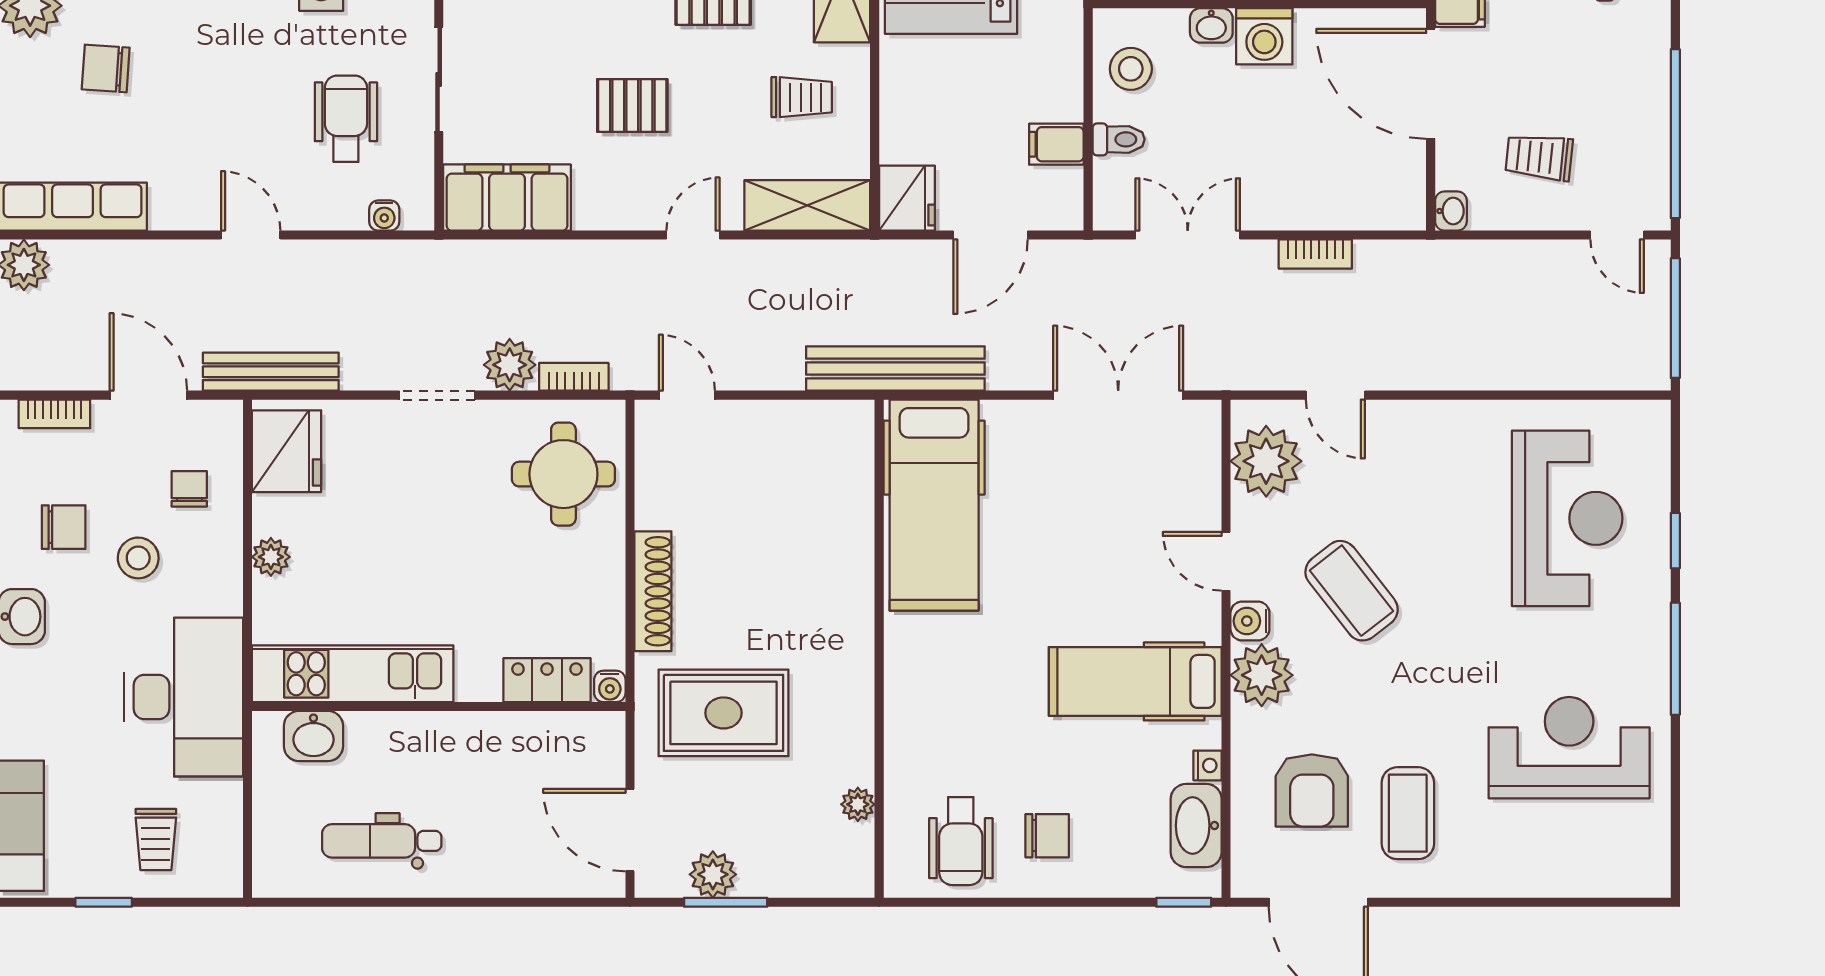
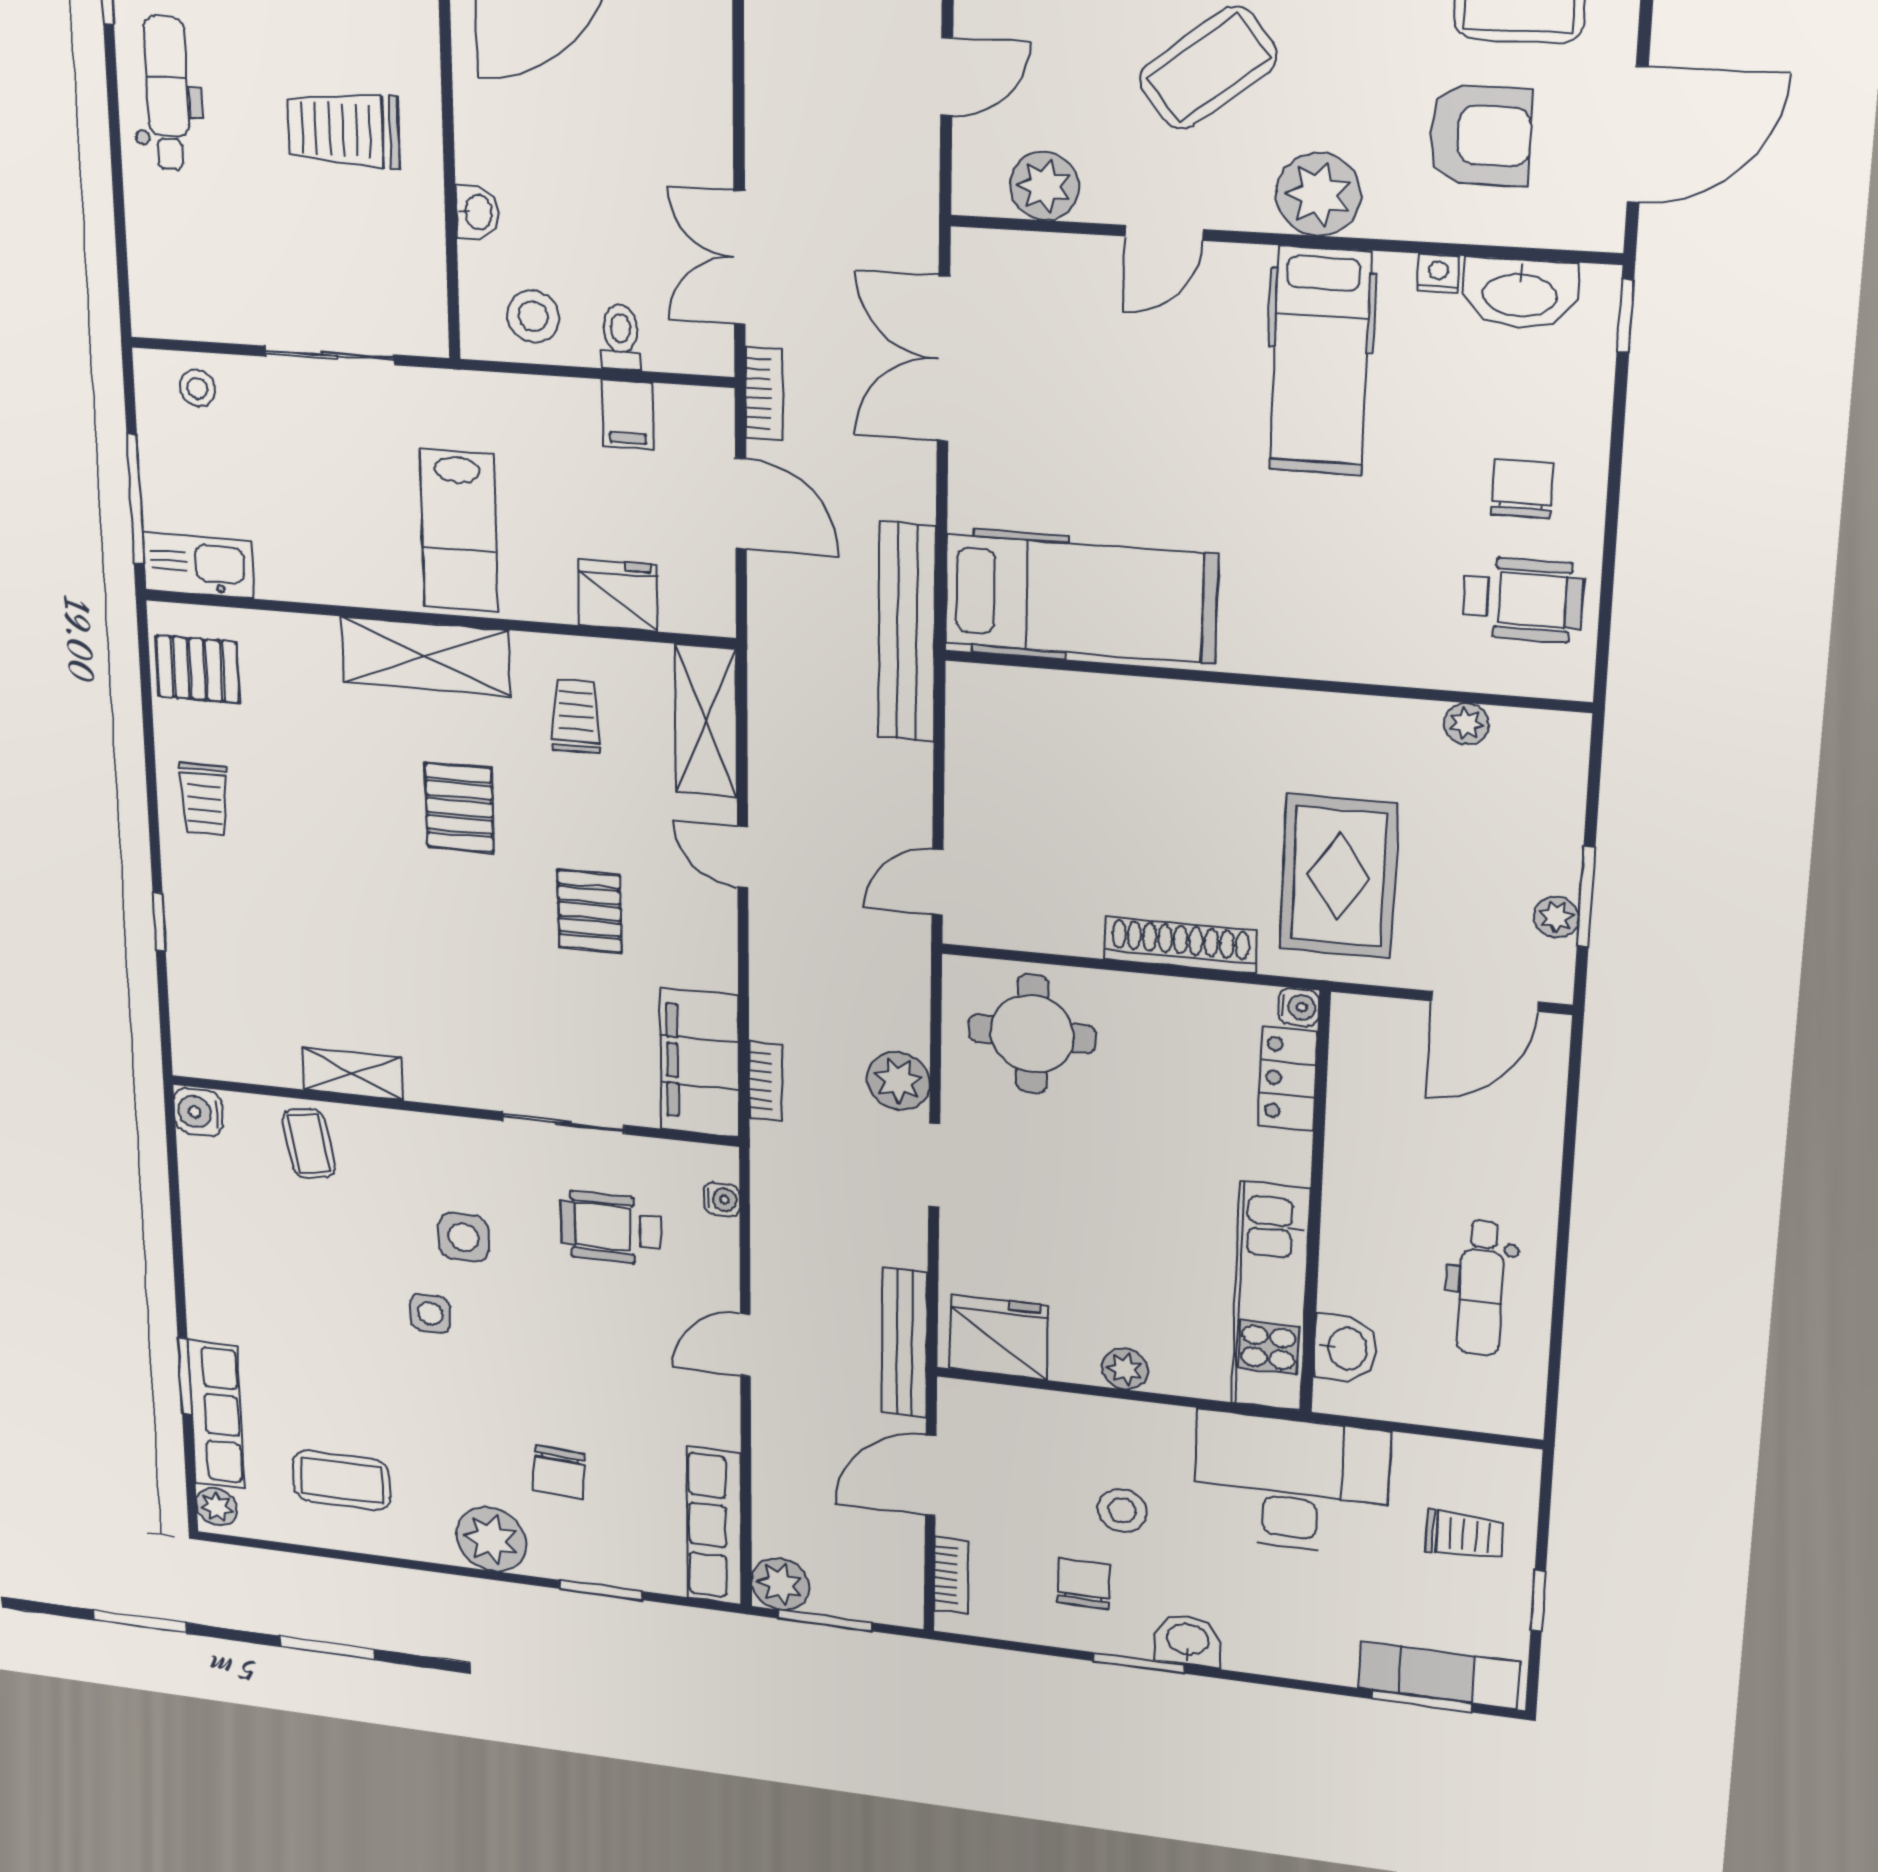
washing machine: (1264, 36) -> (489, 145), removed
fridge: (907, 198) -> (618, 595), moved
bookcase: (1315, 254) -> (764, 394), moved
bookcase: (574, 377) -> (766, 1081), moved, turned 180
plant: (1266, 461) -> (1045, 186), width x0.73, depth x0.73
chair: (189, 489) -> (1041, 1446), removed
water cooler: (1250, 621) -> (1245, 206), removed
plant: (713, 874) -> (1556, 917), width x0.73, depth x0.73

